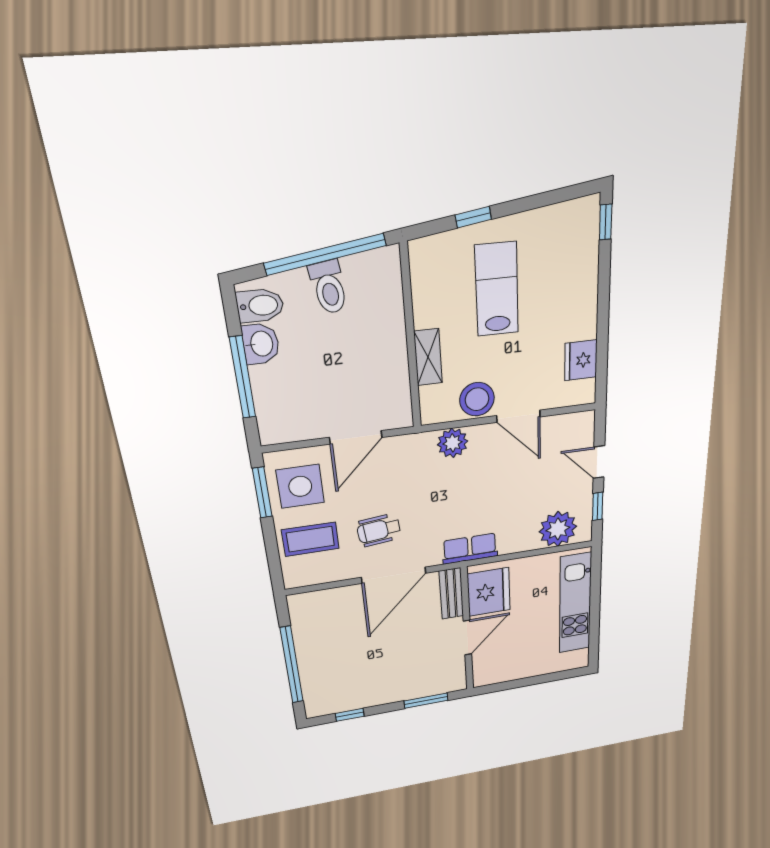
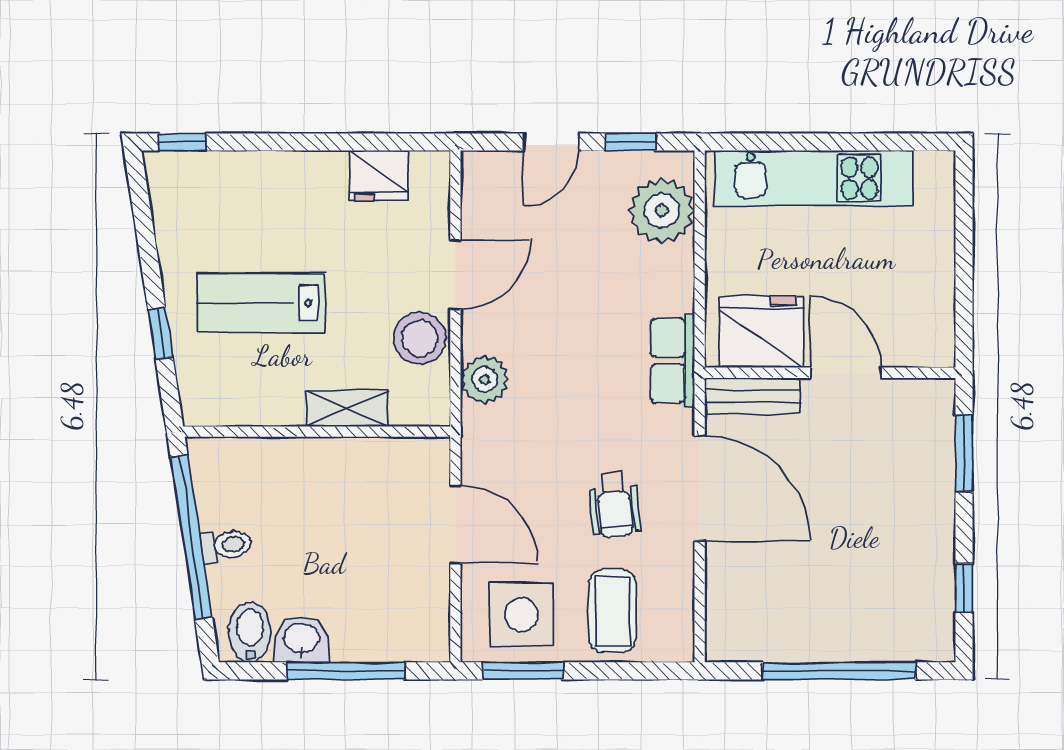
toilet: (329, 287) -> (226, 545), width x0.73, depth x0.72

